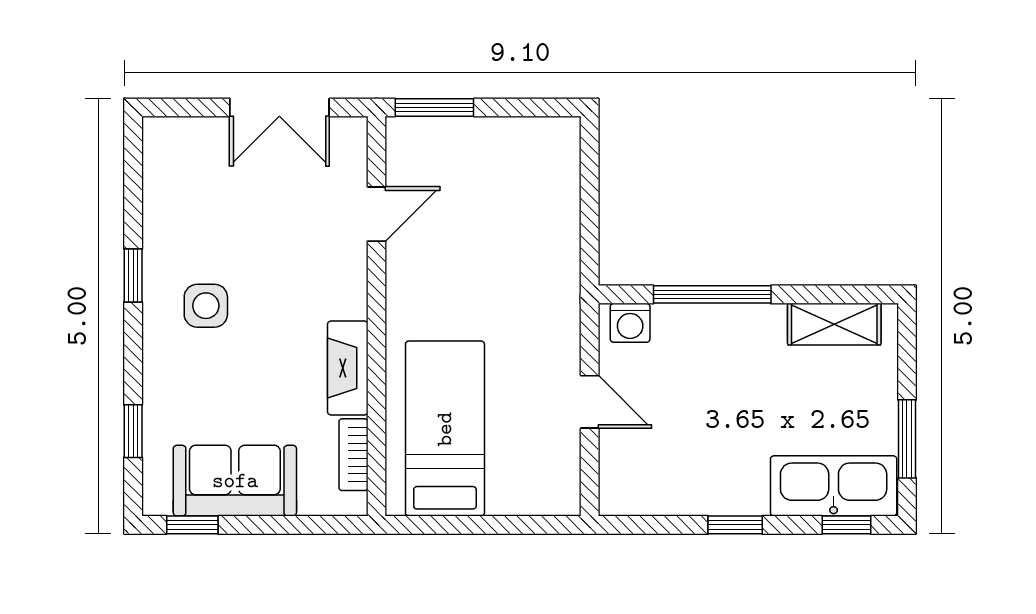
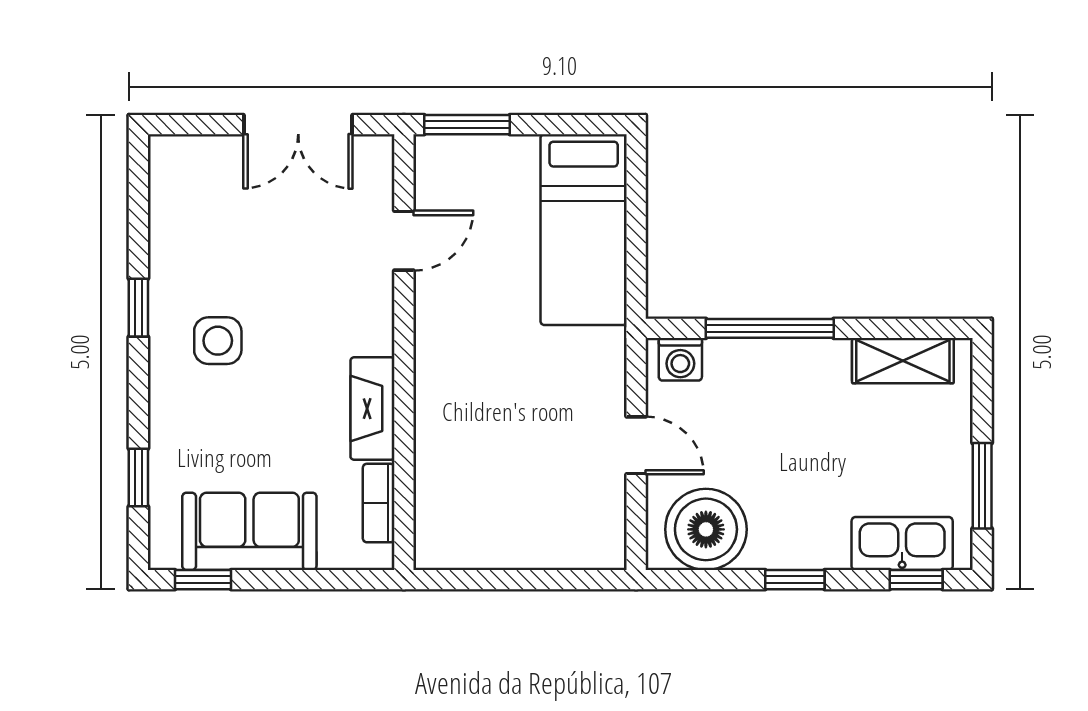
bed: (445, 429) -> (584, 230), moved, turned 180
boiler: (654, 479) -> (706, 529), added
kitchen sink: (834, 486) -> (902, 544), width x0.73, depth x0.81

